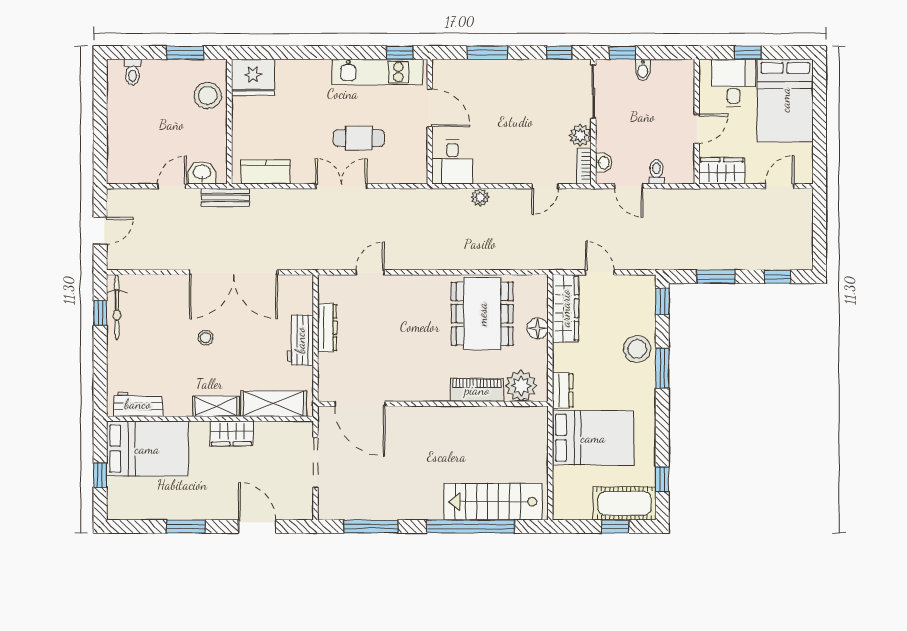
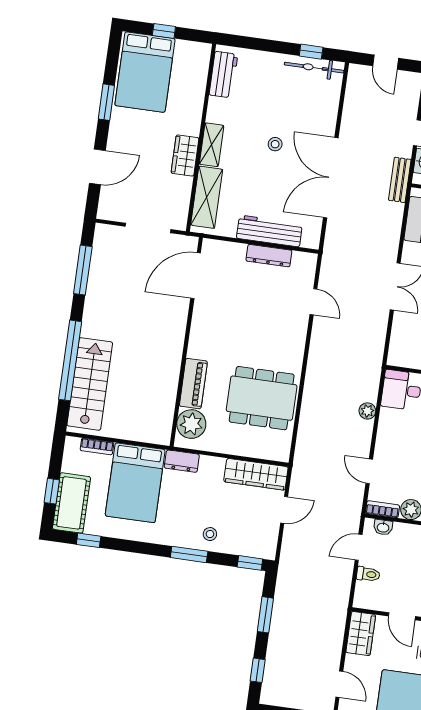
floor lamp: (538, 328) -> (241, 446), removed
workbench: (300, 340) -> (269, 231), width x1.38
stool: (637, 349) -> (210, 534), width x0.53, depth x0.53
bed: (147, 449) -> (145, 72), moved
bookcase: (560, 484) -> (97, 446), added

